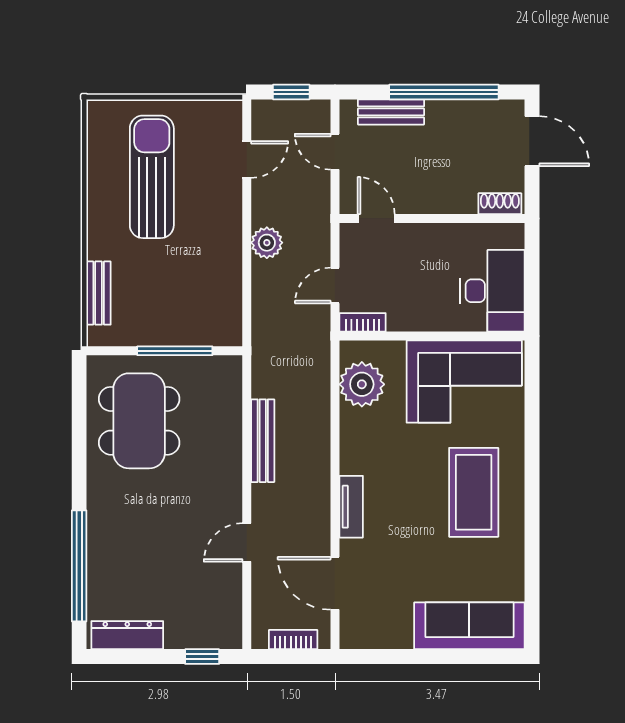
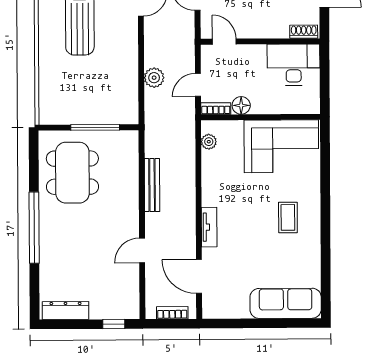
plant: (267, 243) -> (154, 78), moved
desk: (493, 291) -> (294, 65), moved, turned -90
bench: (99, 293) -> (46, 91), removed
floor lamp: (402, 318) -> (241, 105), added
plant: (362, 384) -> (209, 142), width x0.53, depth x0.53
coffee table: (474, 492) -> (288, 217), width x0.54, depth x0.58
window: (79, 566) -> (34, 228), moved

